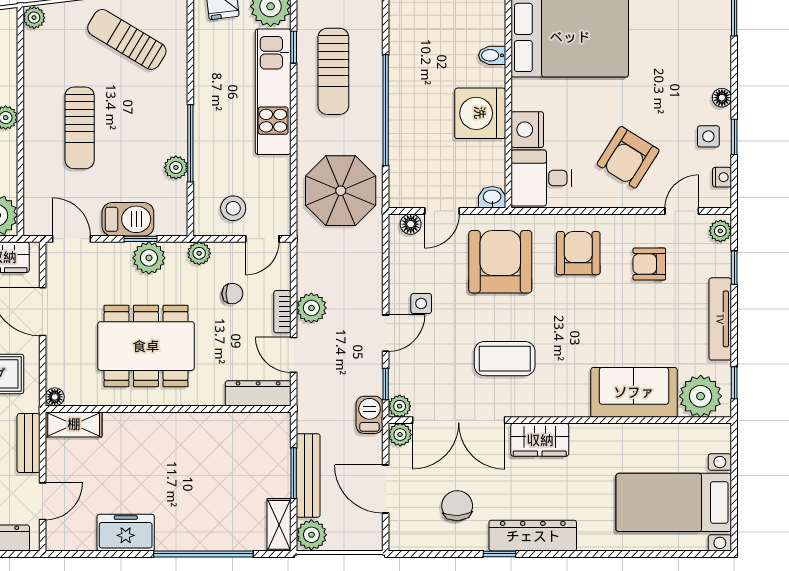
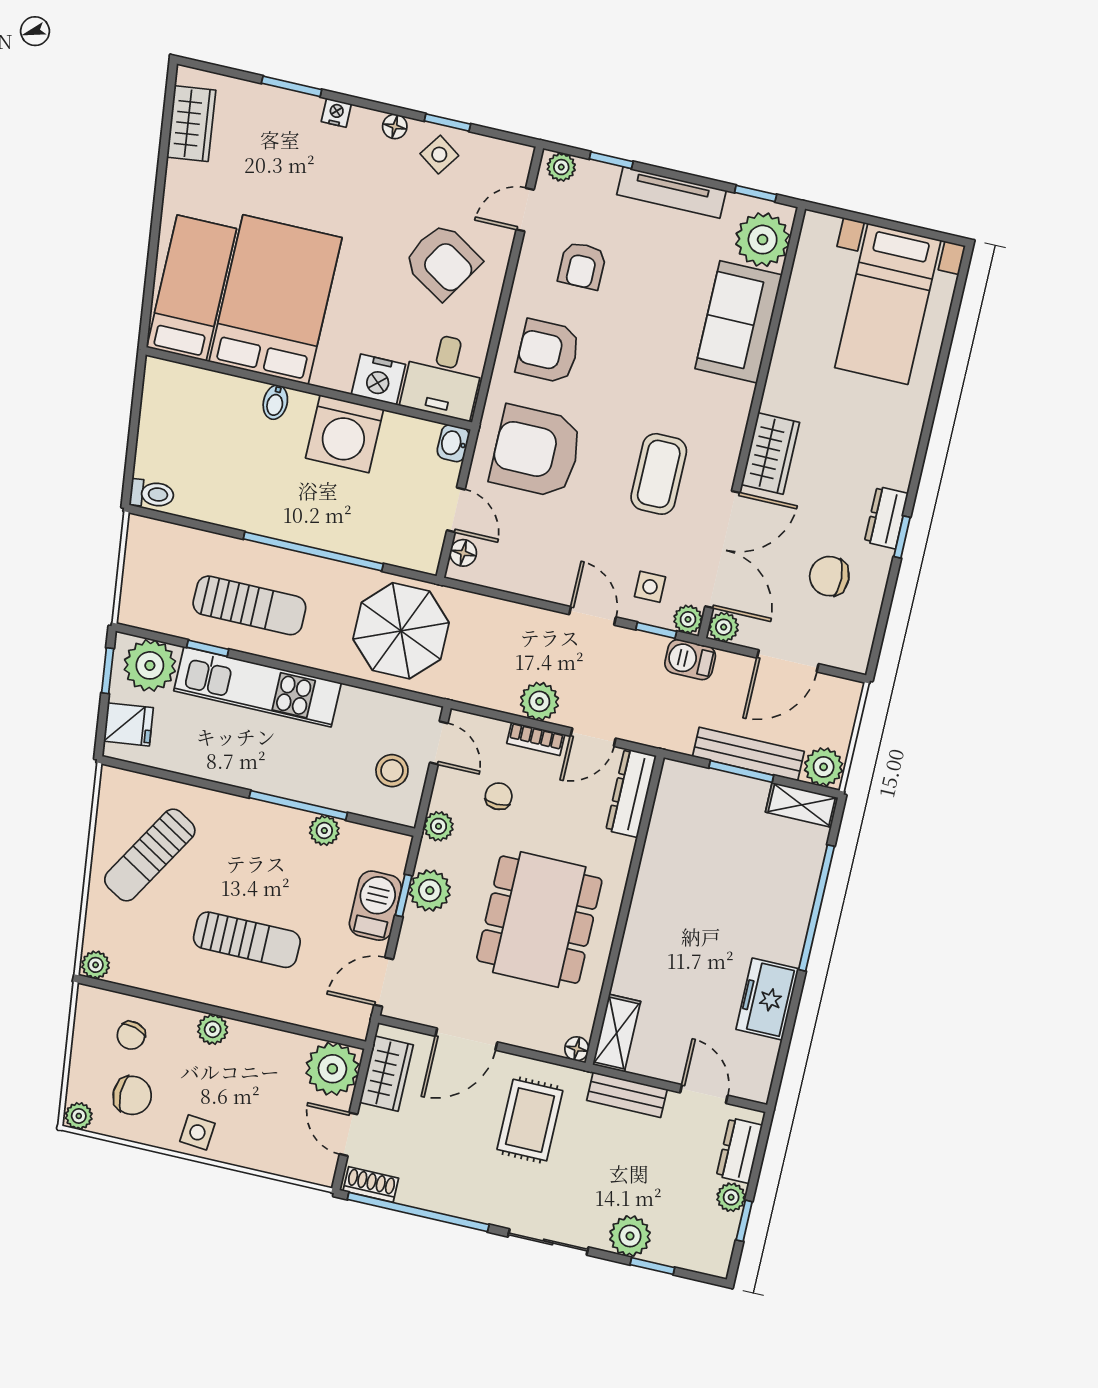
side table: (708, 136) -> (439, 155), turned 35
nightstand: (722, 177) -> (336, 113), moved
door: (682, 211) -> (525, 210), hinge flipped
side table: (421, 303) -> (650, 587), moved
dresser: (533, 536) -> (886, 518), width x0.51, depth x0.80

